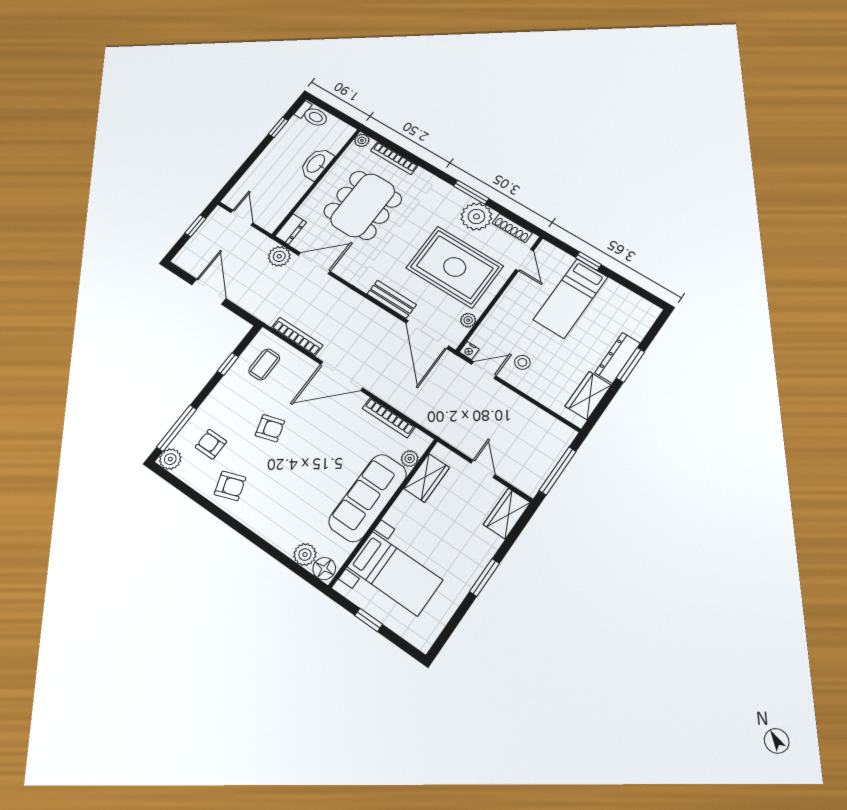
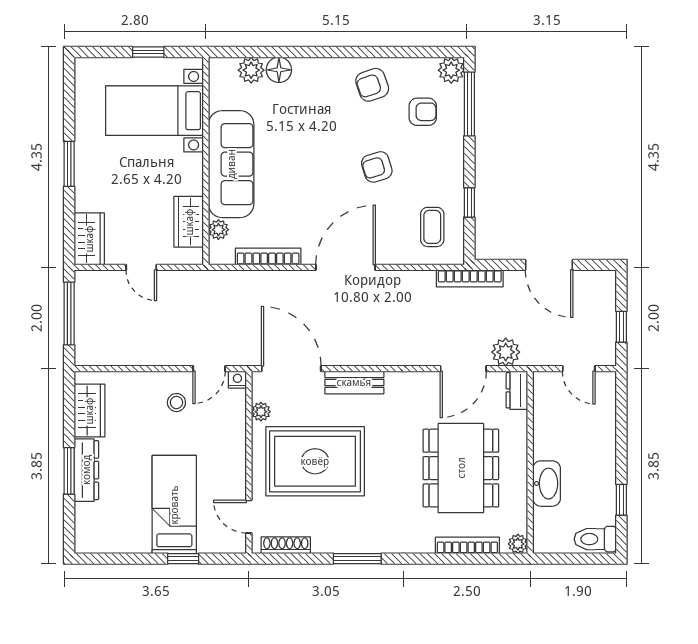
plant: (476, 216) -> (332, 534), removed
bookcase: (297, 336) -> (470, 278), moved
floor lamp: (324, 569) -> (279, 70), moved

